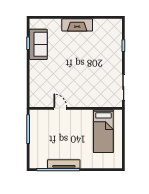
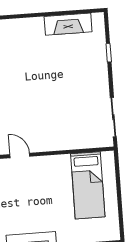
fireplace: (77, 25) -> (68, 24), moved

